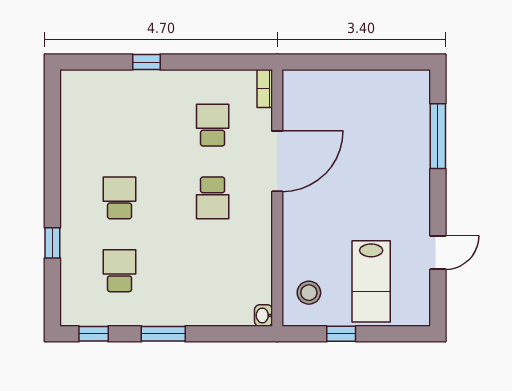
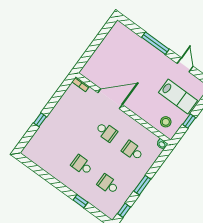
school desk: (213, 125) -> (133, 151), moved
window: (438, 136) -> (155, 43), moved
door: (277, 161) -> (110, 99), hinge flipped

